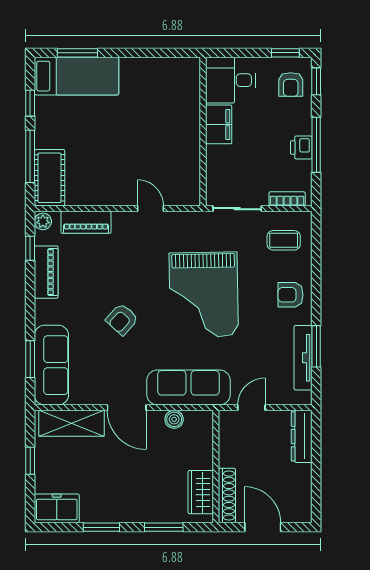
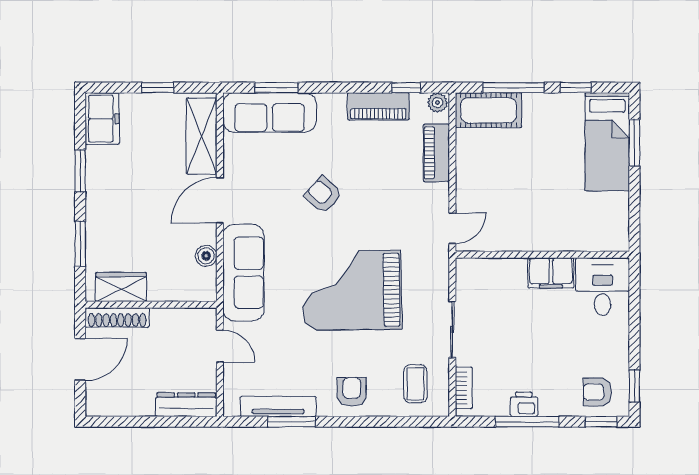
desk: (230, 80) -> (603, 287), moved
filing cabinet: (219, 124) -> (551, 273), moved
wall: (203, 132) -> (542, 255), moved

